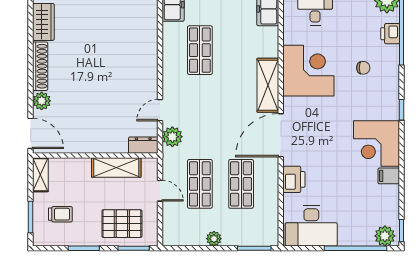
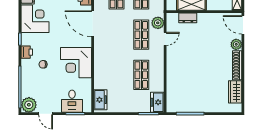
printer: (390, 34) -> (27, 52), moved
shelving: (268, 85) -> (100, 54), removed
shop shelf: (200, 117) -> (141, 35), added
door: (281, 135) -> (93, 24), swing flipped
dresser: (143, 145) -> (188, 18), moved

